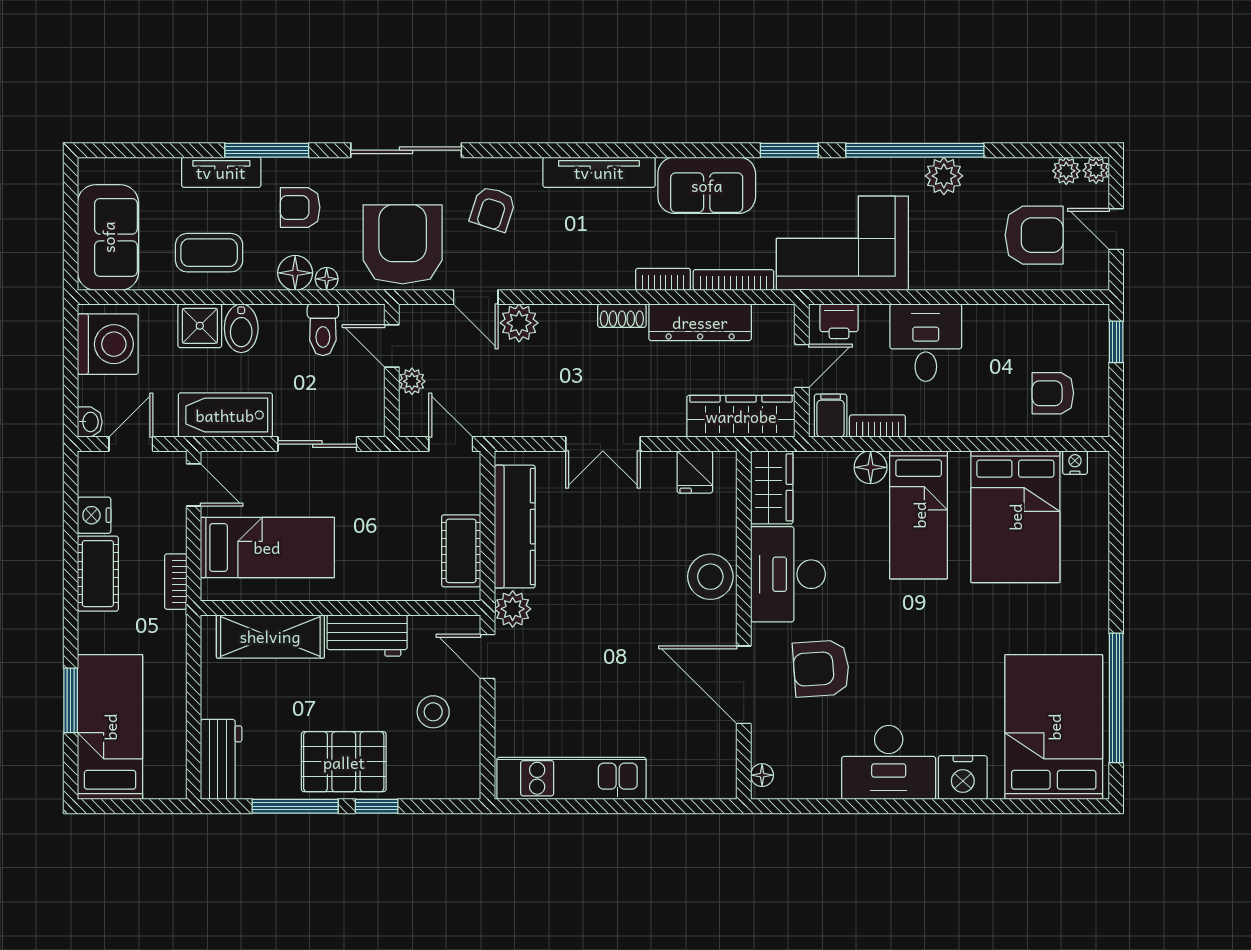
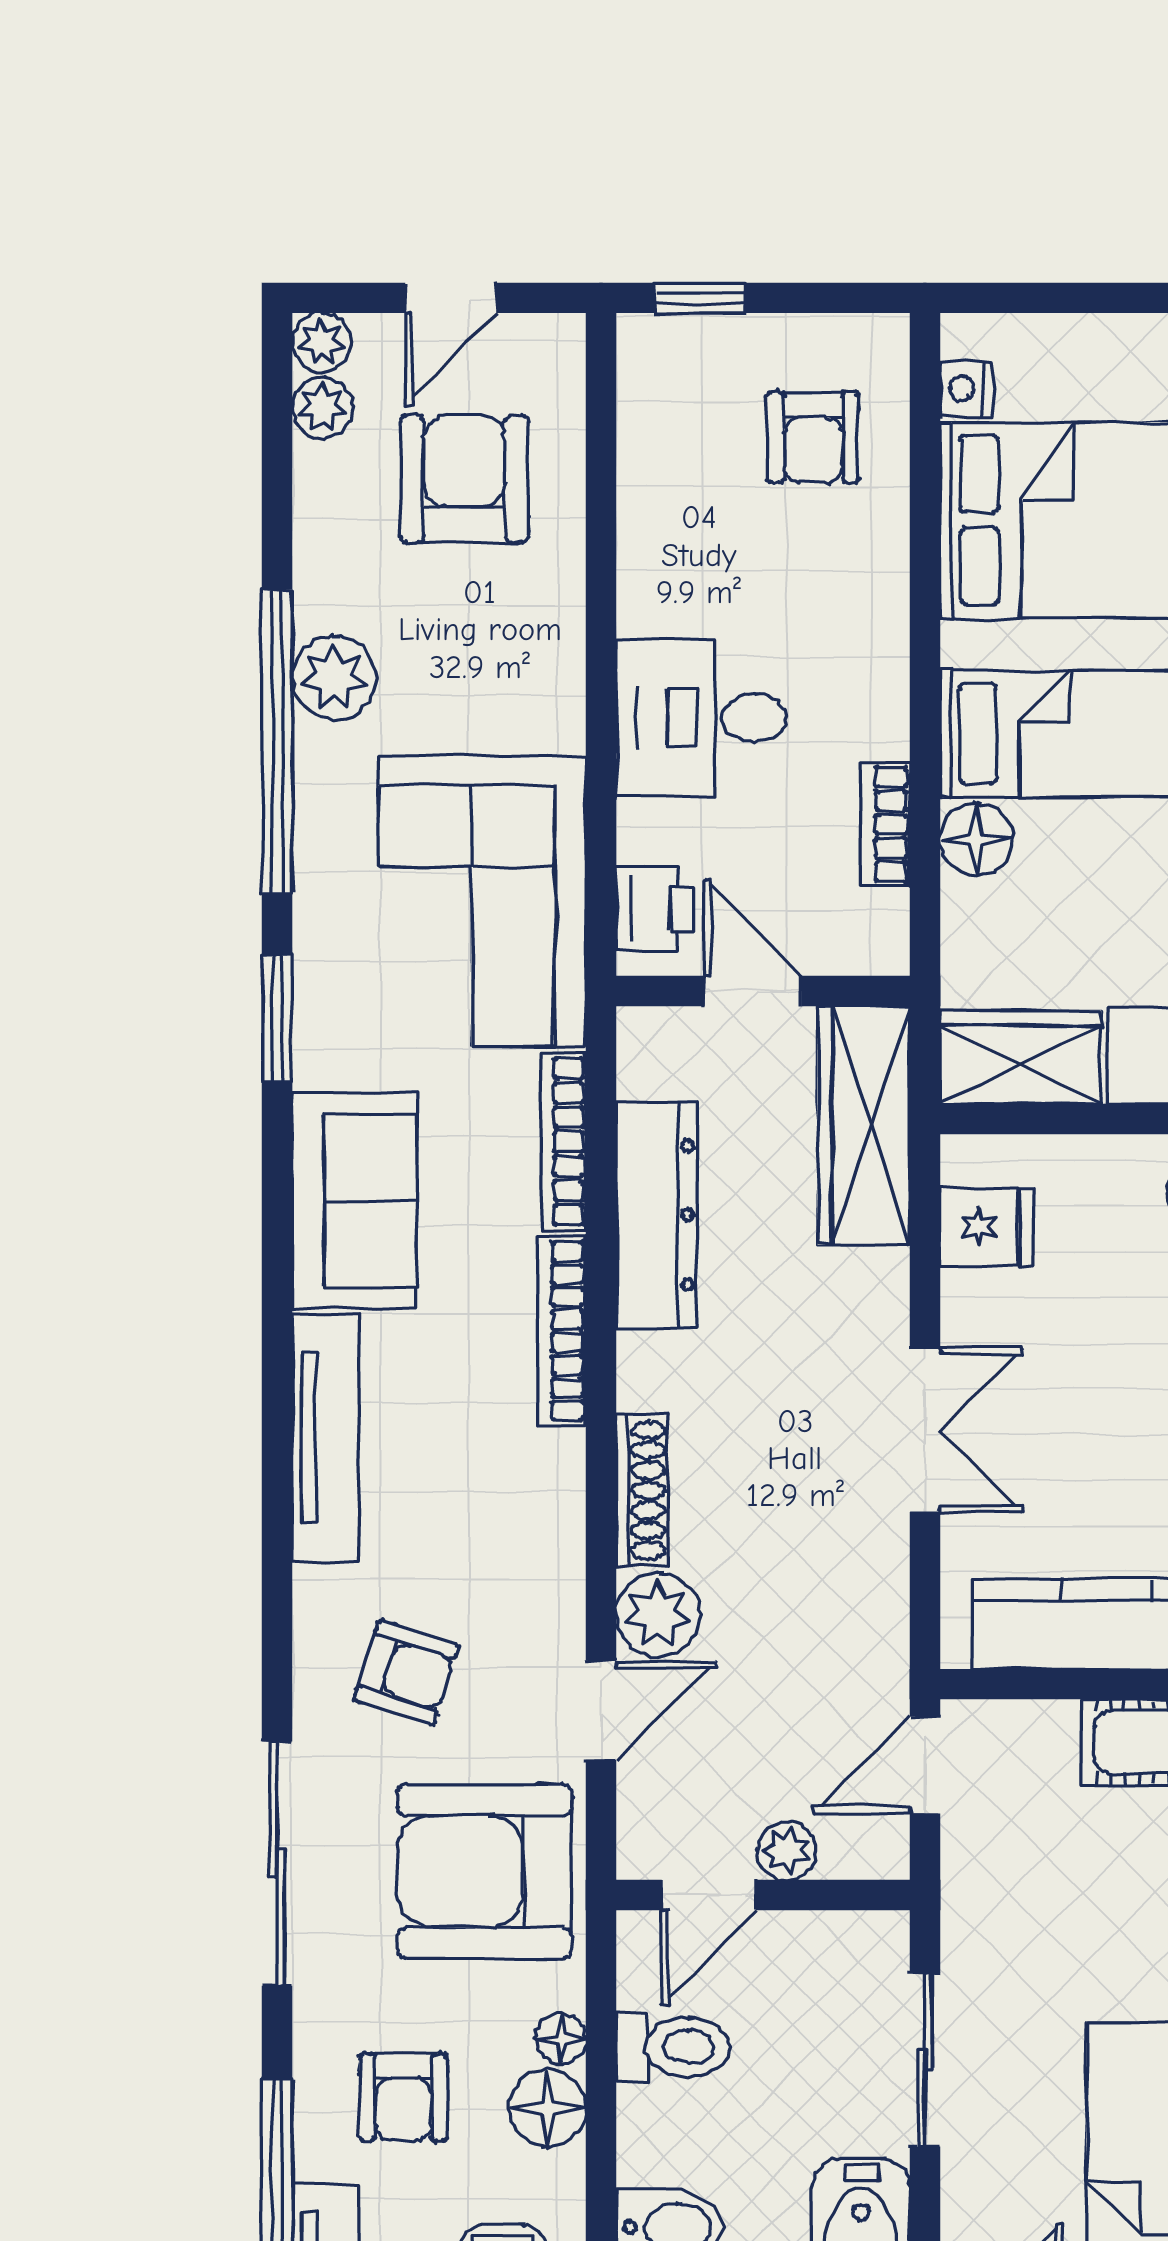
bookcase: (663, 279) -> (562, 1331), width x1.56
shoe rack: (622, 316) -> (642, 1490), moved, width x1.43
filing cabinet: (831, 416) -> (862, 928), removed

